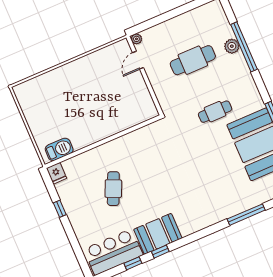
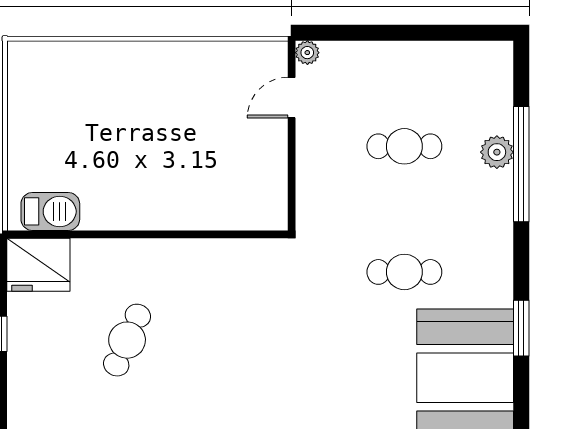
cafe table: (193, 60) -> (404, 146), width x0.73, depth x0.74
fridge: (56, 173) -> (38, 265), width x1.88, depth x1.34

